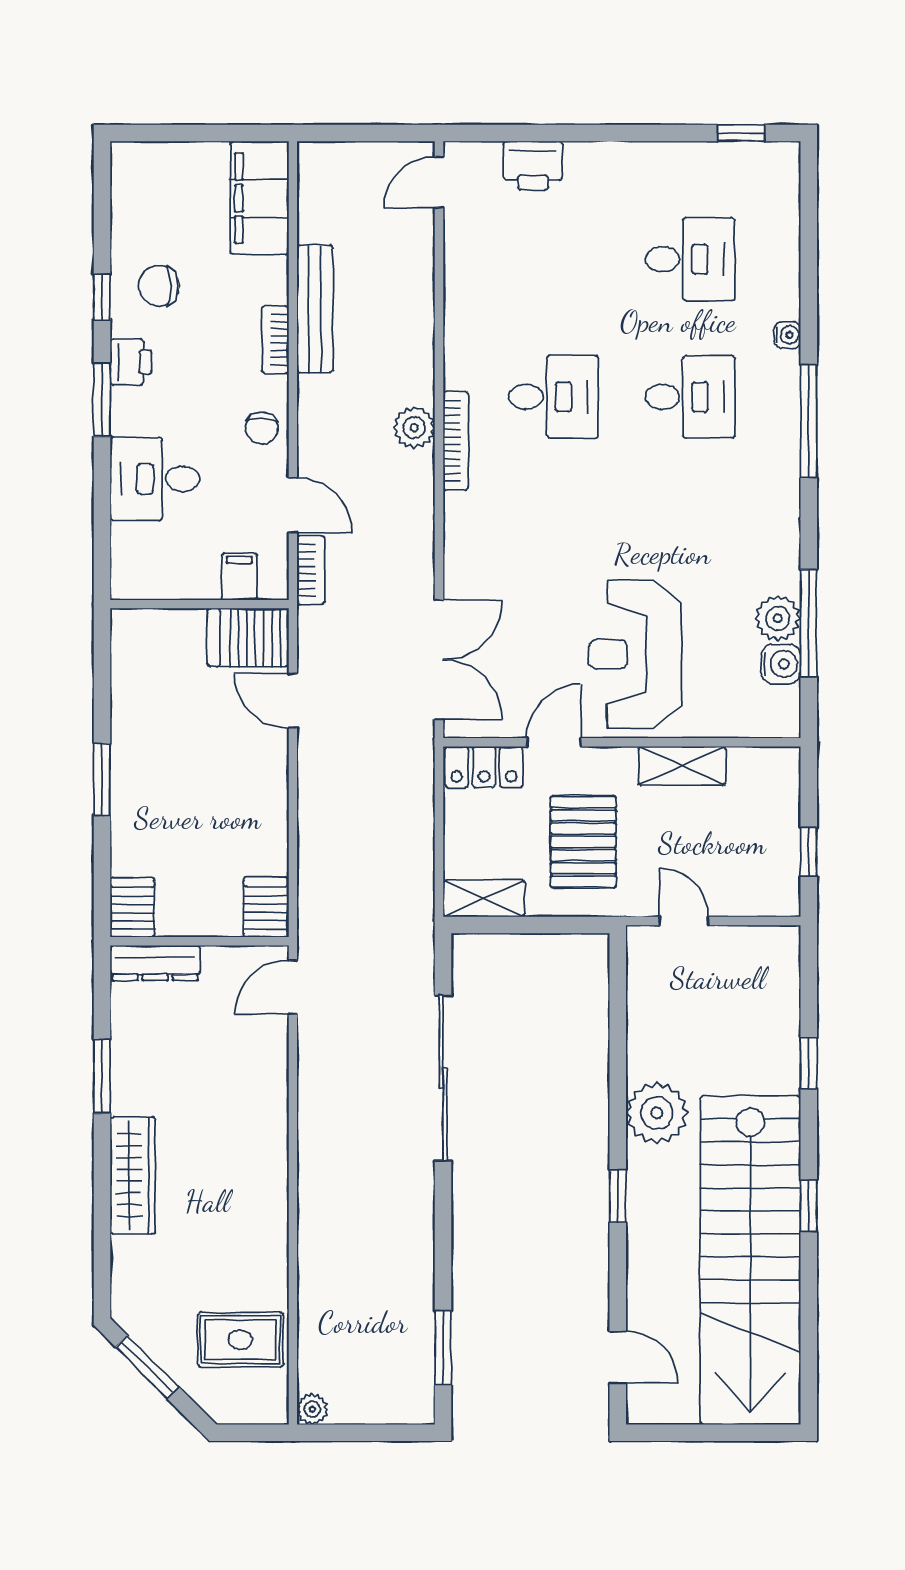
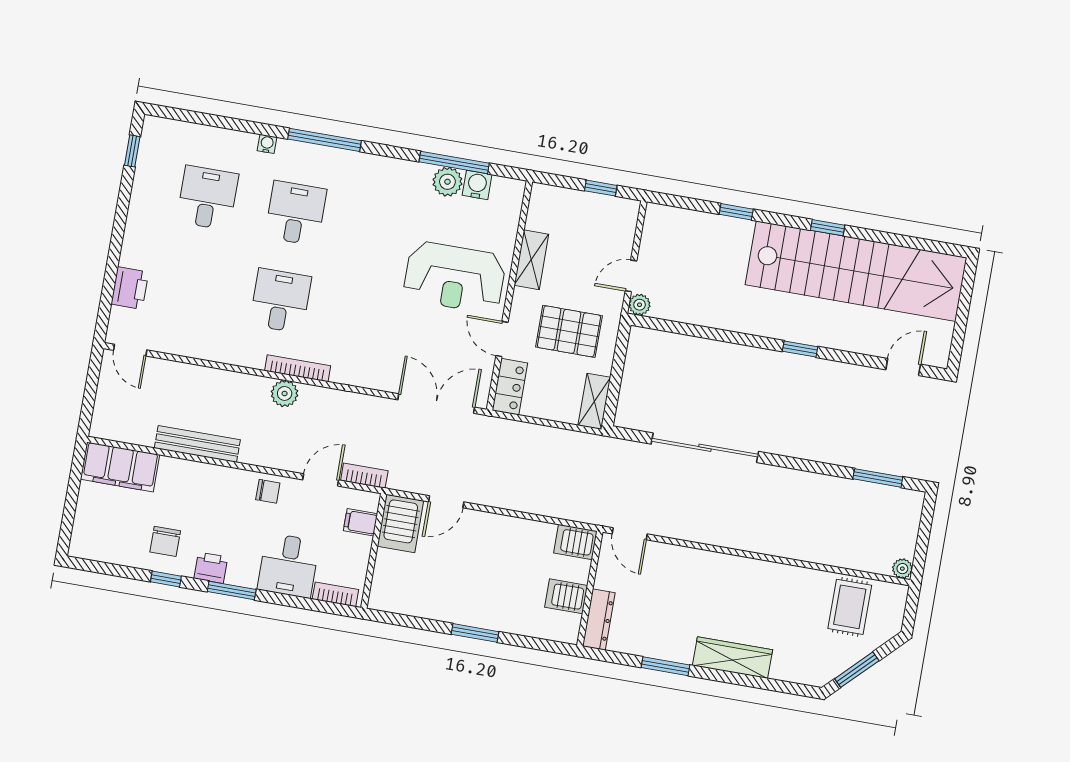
bookcase: (275, 340) -> (335, 594), moved, turned 180
server rack: (132, 908) -> (566, 596), moved
plant: (657, 1113) -> (640, 305), moved, width x0.53, depth x0.53

